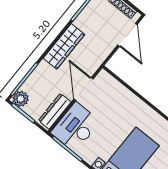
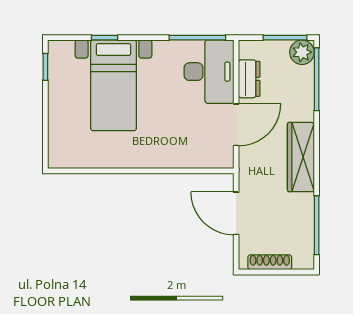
door: (127, 35) -> (236, 213), moved
door: (83, 89) -> (236, 125), hinge flipped
dresser: (55, 111) -> (249, 79), width x0.70

